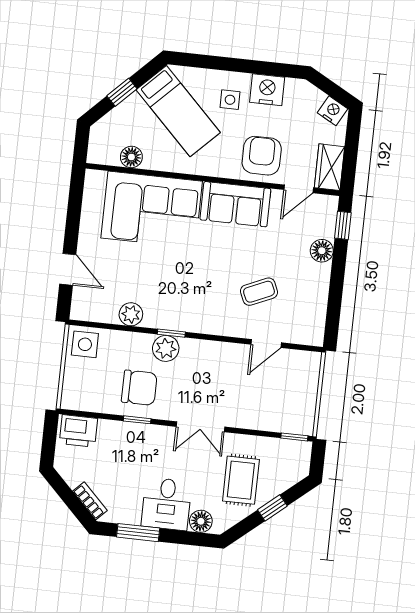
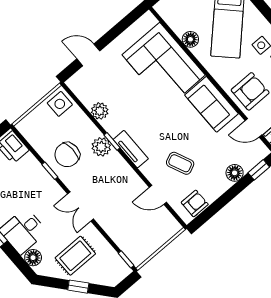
floor lamp: (131, 157) -> (190, 39), moved
door: (68, 269) -> (88, 55), swing flipped
armchair: (311, 318) -> (195, 203), added
tv unit: (197, 323) -> (131, 149), added
chair: (139, 388) -> (67, 155), turned 88

